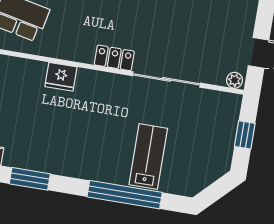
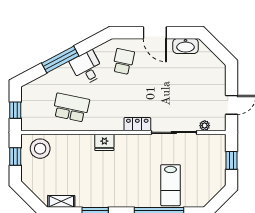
plant: (235, 80) -> (205, 126), moved
lab bench: (148, 157) -> (170, 185), turned 180

